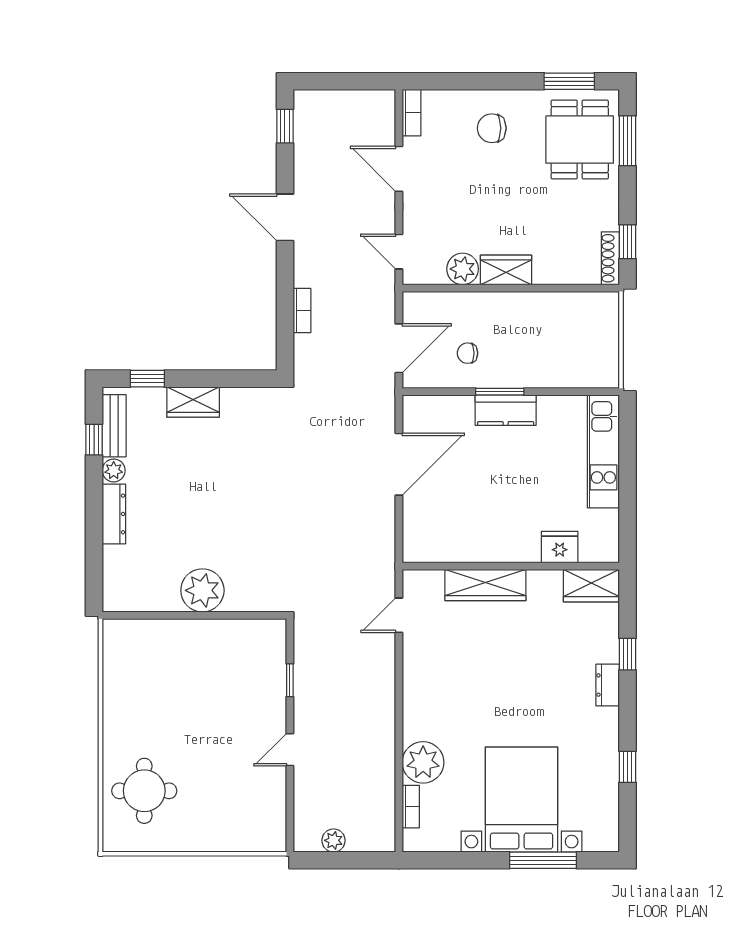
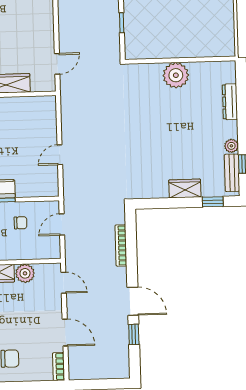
window: (285, 126) -> (134, 334), moved
bookcase: (302, 311) -> (121, 245), width x1.56
door: (399, 348) -> (62, 225), width x0.73
door: (399, 464) -> (60, 155), width x0.53
dresser: (114, 514) -> (230, 102), moved

